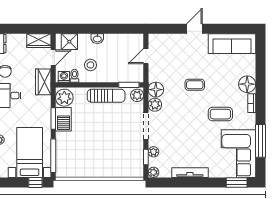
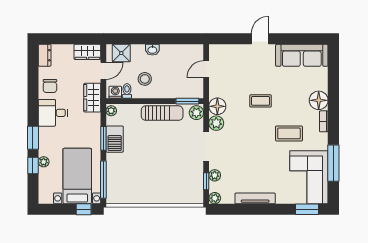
plant: (64, 98) -> (111, 111), width x0.53, depth x0.53

